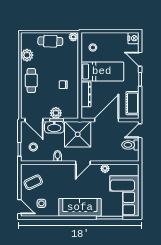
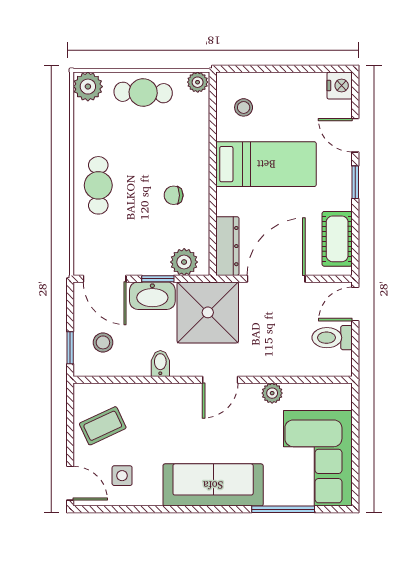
plant: (27, 55) -> (88, 87), moved
dresser: (86, 94) -> (227, 246), moved
plant: (56, 113) -> (184, 262), moved

